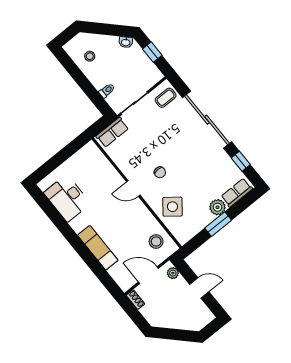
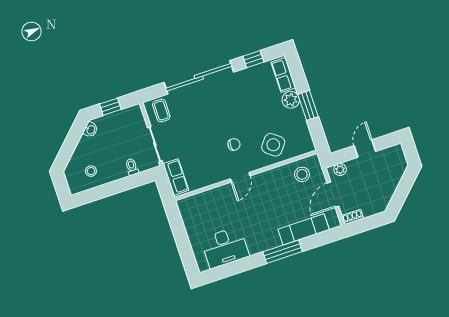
exam couch: (98, 248) -> (304, 229), moved
window: (82, 250) -> (283, 252), added

